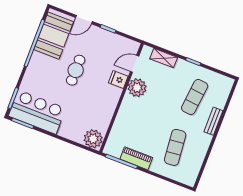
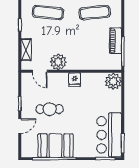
door: (84, 20) -> (20, 126), hinge flipped
booth: (54, 36) -> (55, 145), moved
cafe table: (76, 70) -> (50, 109), moved
fridge: (118, 80) -> (75, 80), moved

